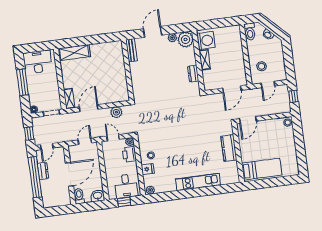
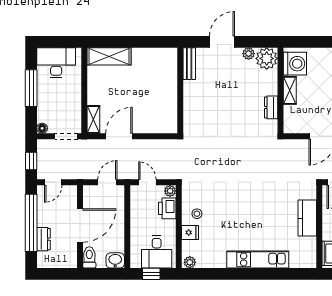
plant: (116, 112) -> (157, 147), removed
dresser: (43, 171) -> (44, 239), moved

